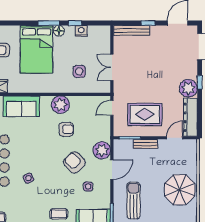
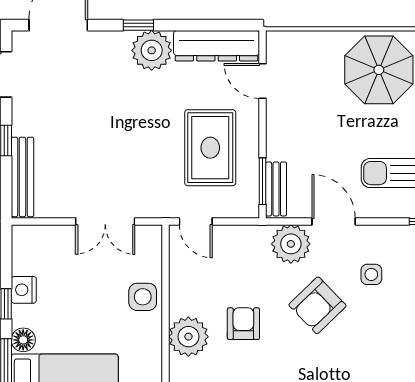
side table: (79, 71) -> (143, 297), moved
bench: (145, 144) -> (276, 189), moved

